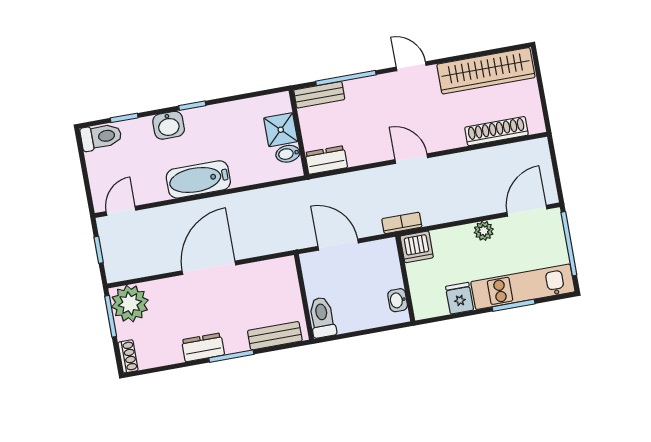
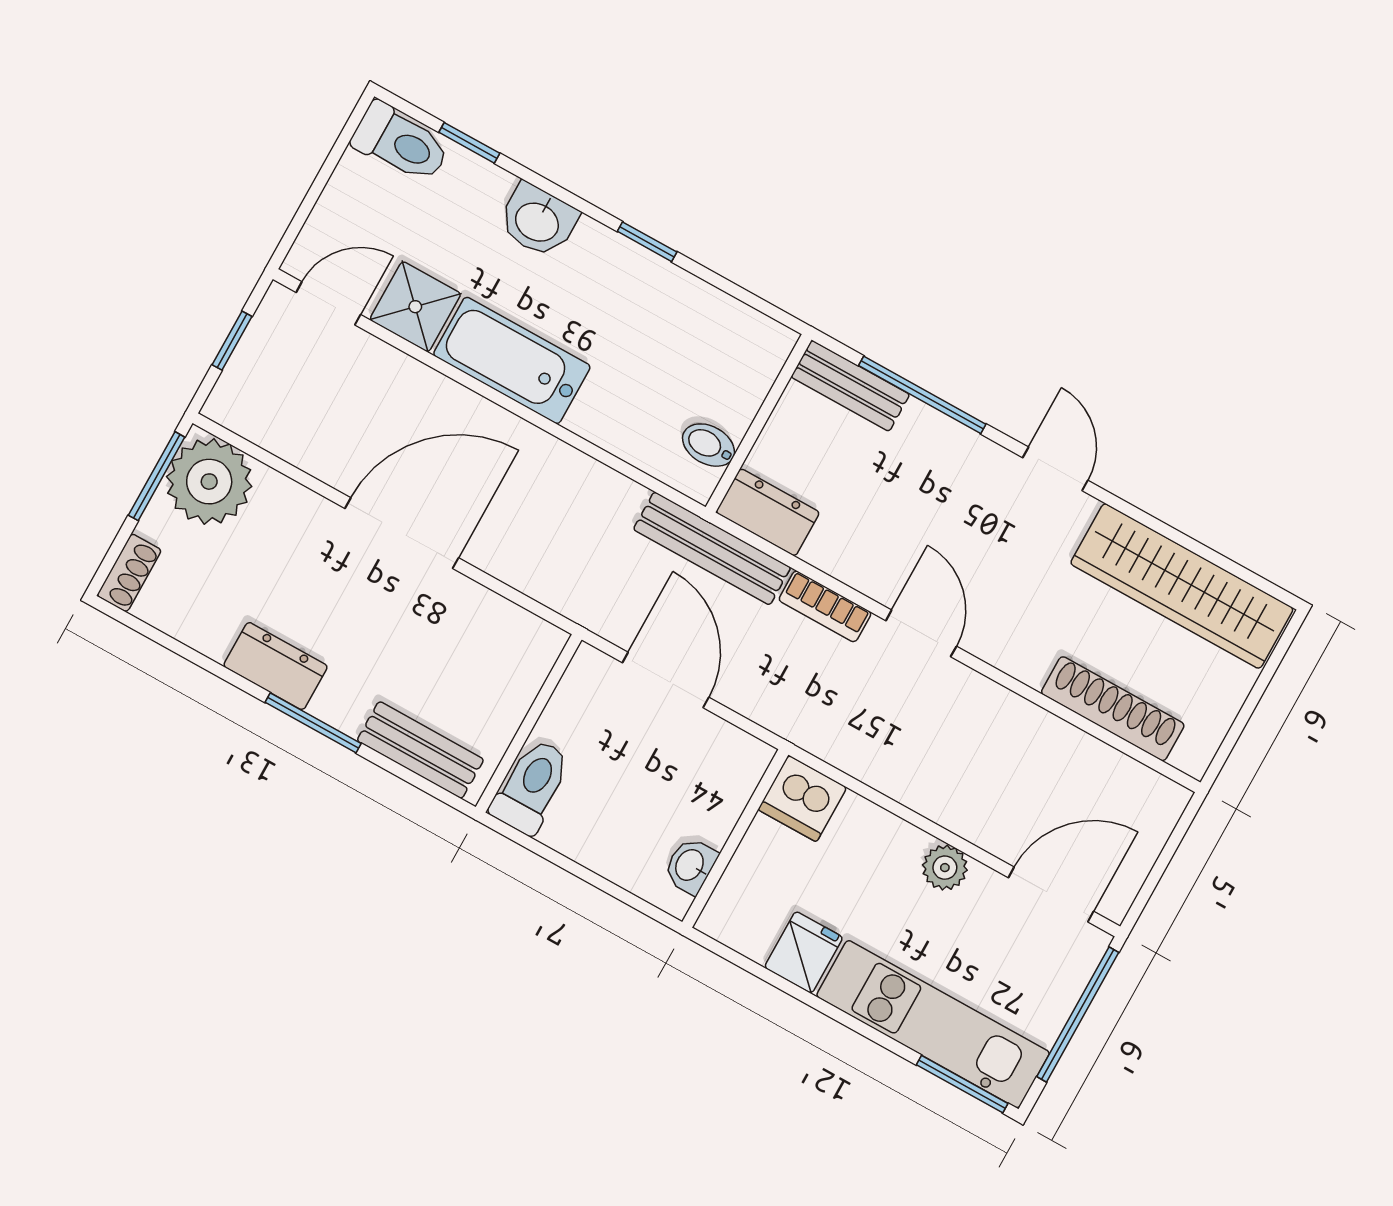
window: (192, 106) -> (647, 242), moved
shower: (281, 130) -> (415, 307), moved
bench: (317, 188) -> (712, 548), added
bookcase: (402, 223) -> (825, 606), moved, turned 180
window: (514, 305) -> (962, 1084), moved

